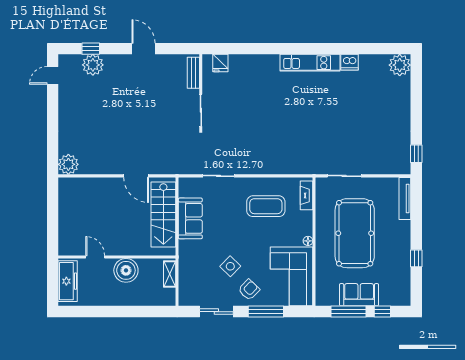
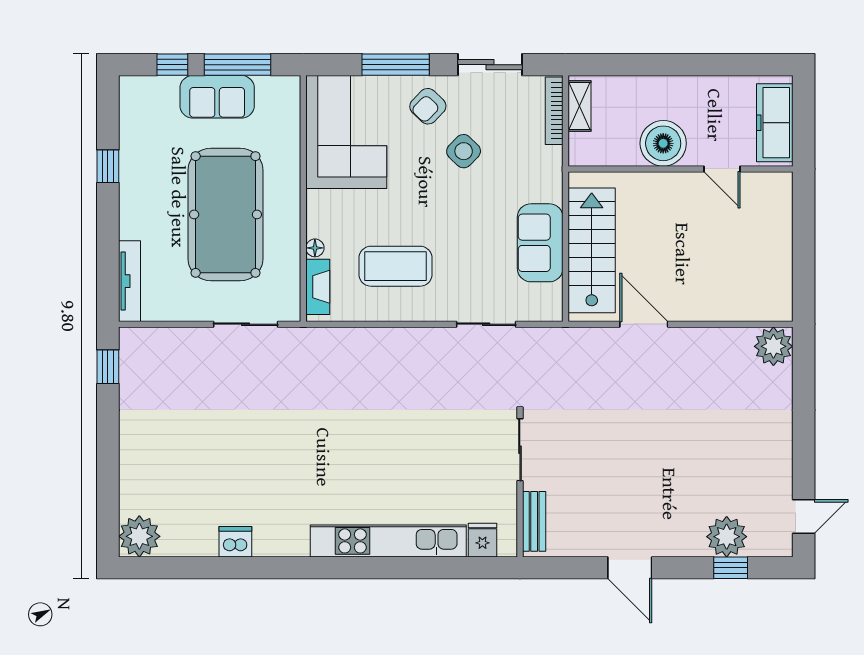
kitchen unit: (310, 63) -> (388, 541), moved, width x1.36
floor lamp: (308, 241) -> (315, 248), moved
shelving: (170, 274) -> (580, 106), moved
bookcase: (183, 287) -> (554, 111), added

